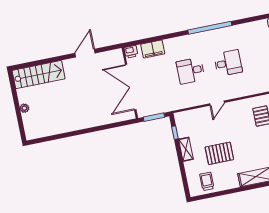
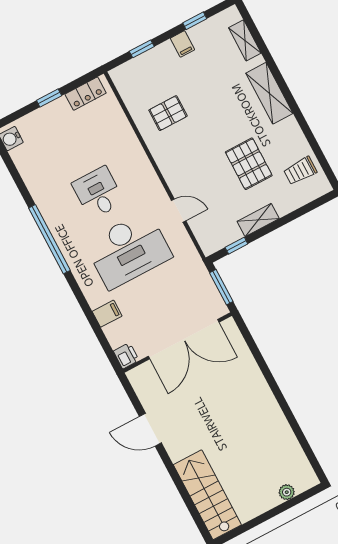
filing cabinet: (153, 49) -> (107, 314), width x0.50
desk: (191, 71) -> (128, 250), width x1.87, depth x1.30
door: (217, 103) -> (179, 211), moved
plant: (24, 108) -> (287, 492), moved

